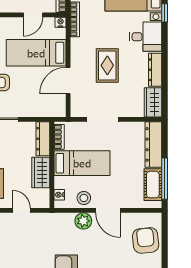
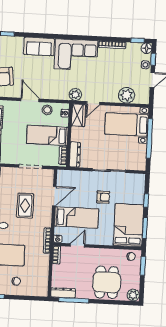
wardrobe: (41, 172) -> (78, 115), moved
door: (21, 210) -> (93, 103), hinge flipped
plant: (83, 221) -> (75, 95), moved

